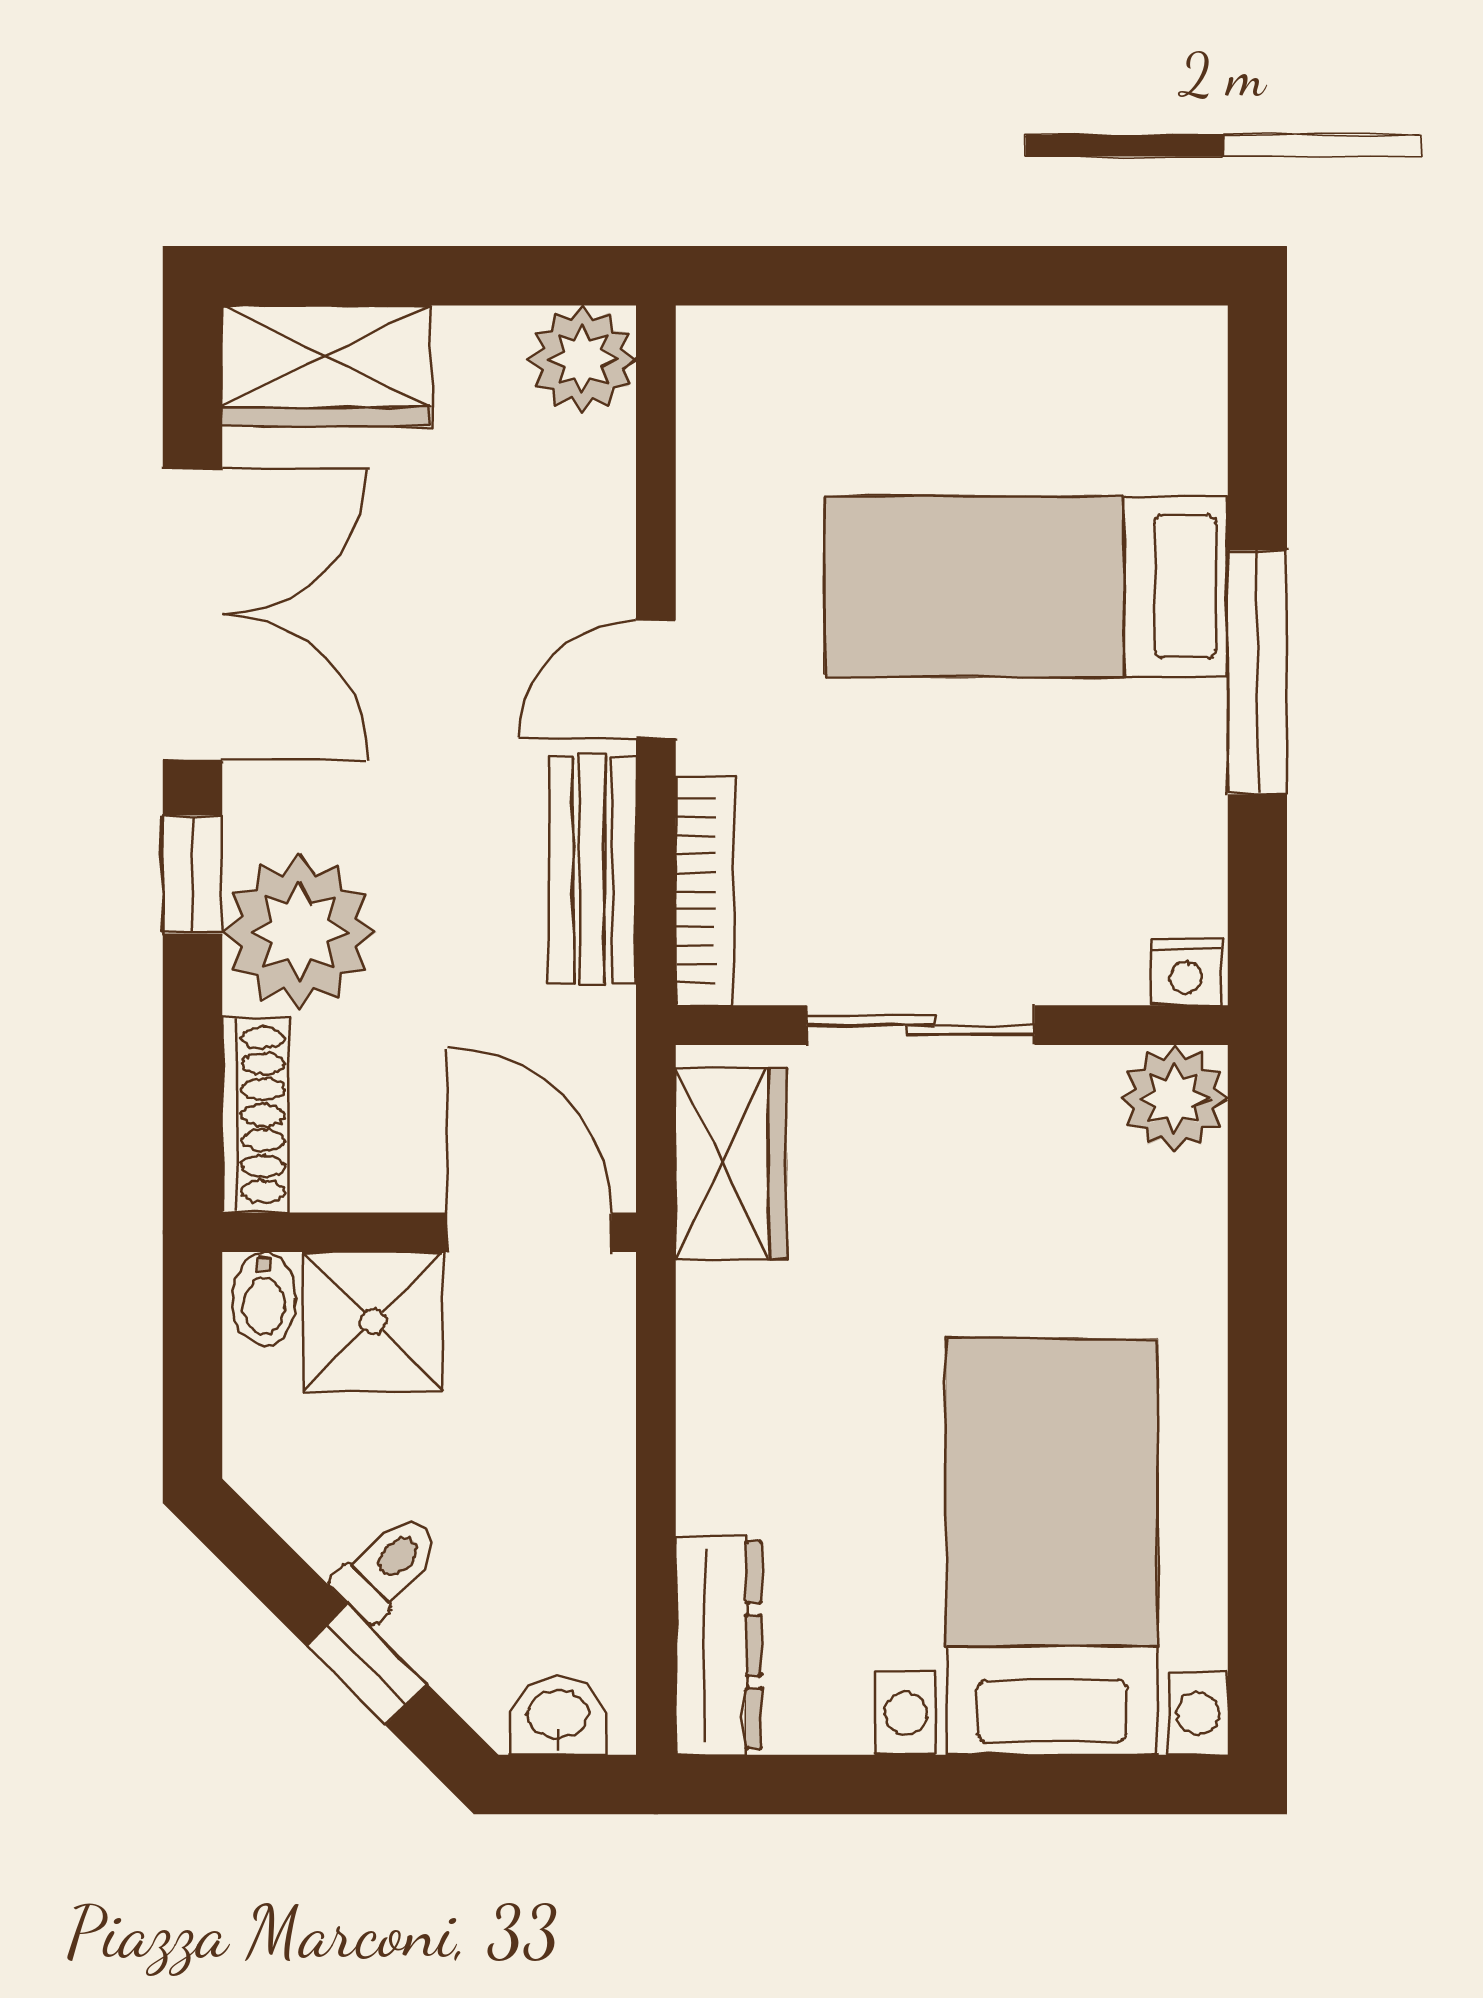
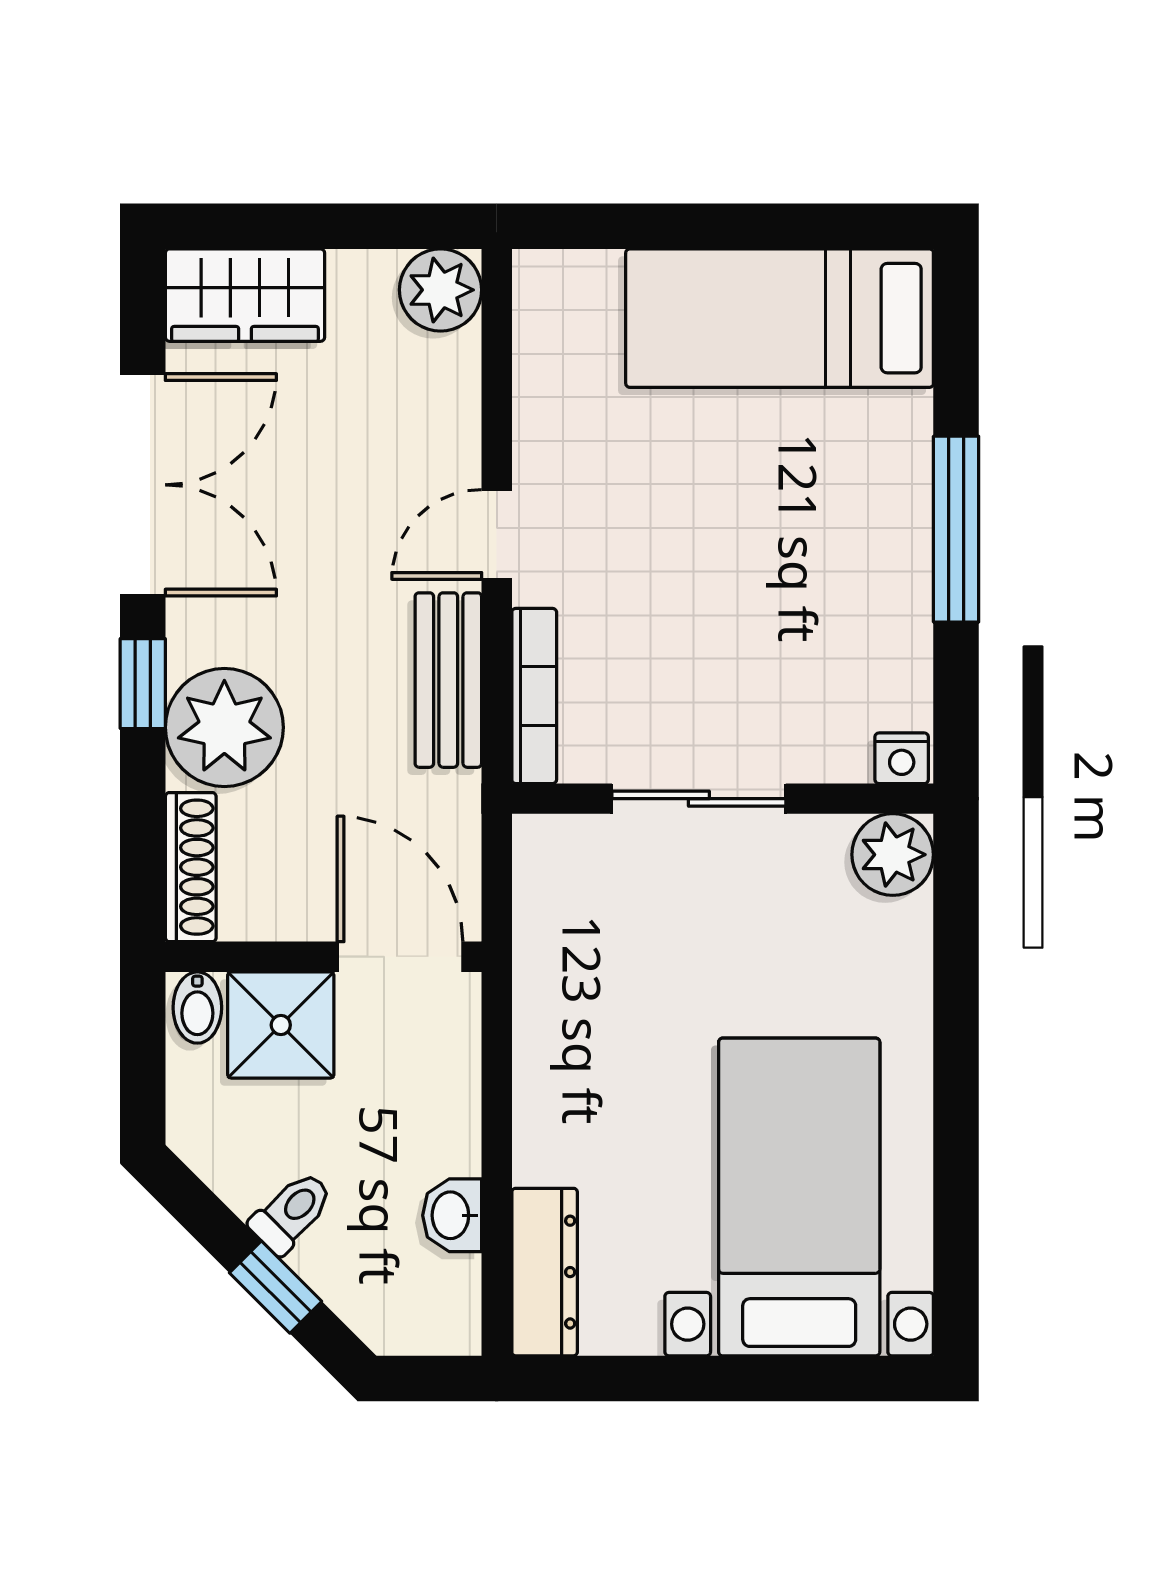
bed: (1026, 587) -> (780, 318), moved
wardrobe: (731, 1163) -> (554, 904), removed
washbasin: (558, 1716) -> (452, 1215), moved, turned -90

